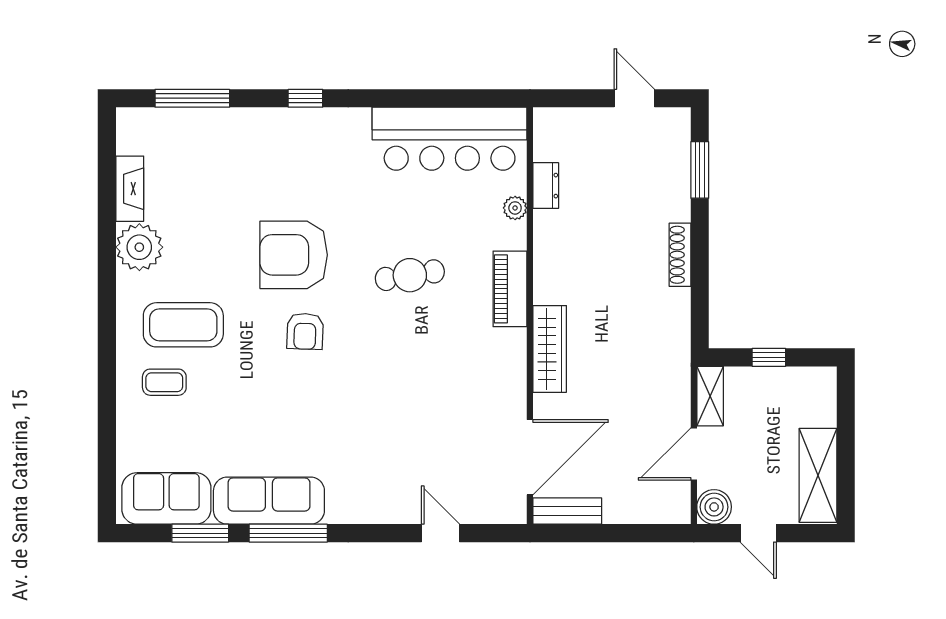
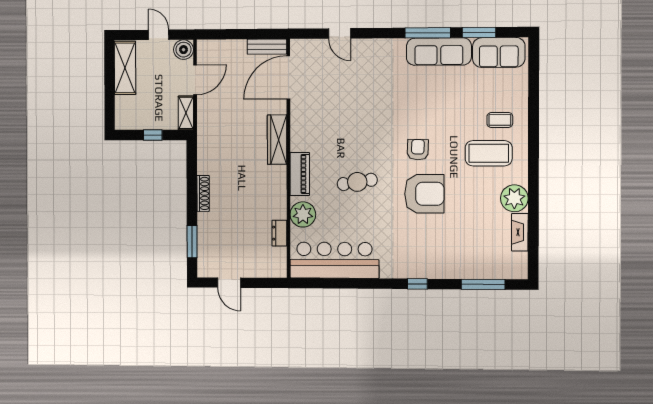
plant: (515, 208) -> (303, 214), width x1.88, depth x1.88

